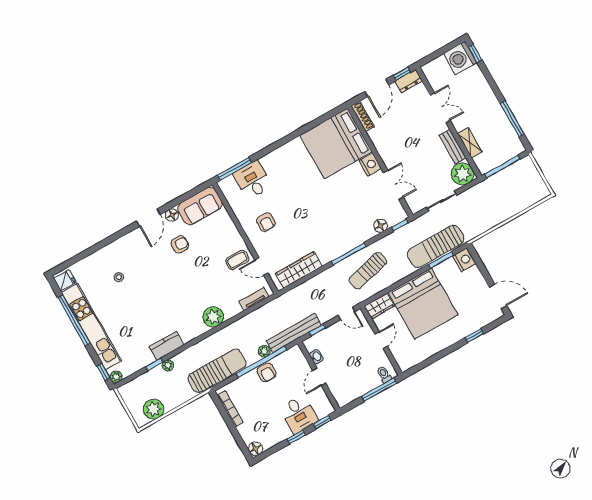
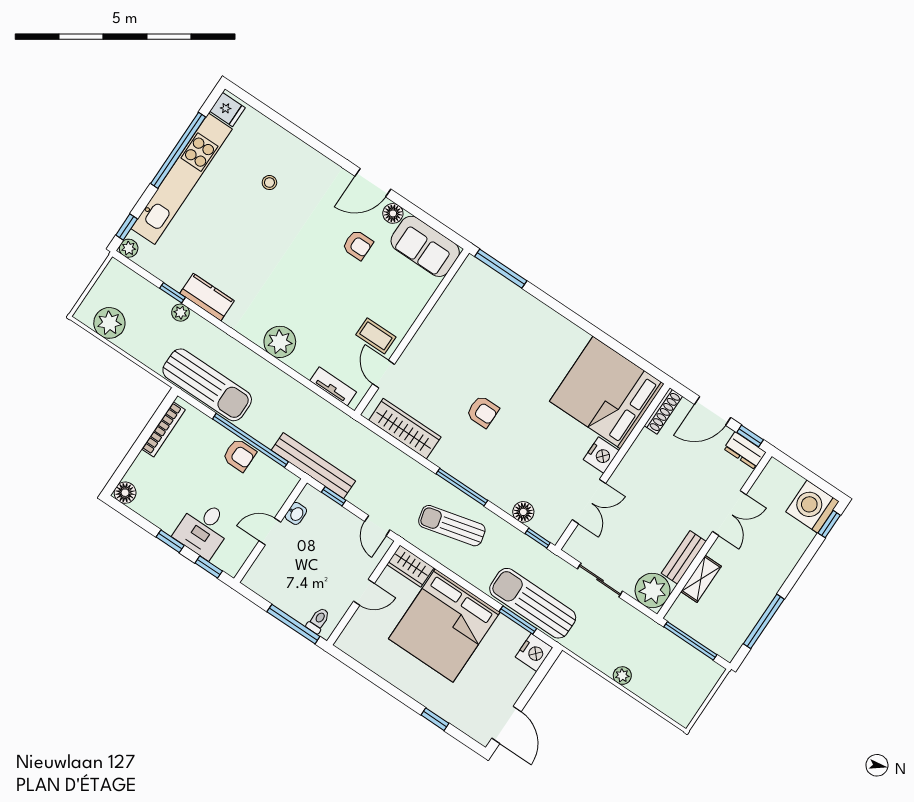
desk: (253, 180) -> (498, 302), removed
armchair: (266, 222) -> (483, 412), moved, turned -90
plant: (264, 351) -> (622, 676), moved
armchair: (267, 372) -> (239, 455), turned -90

